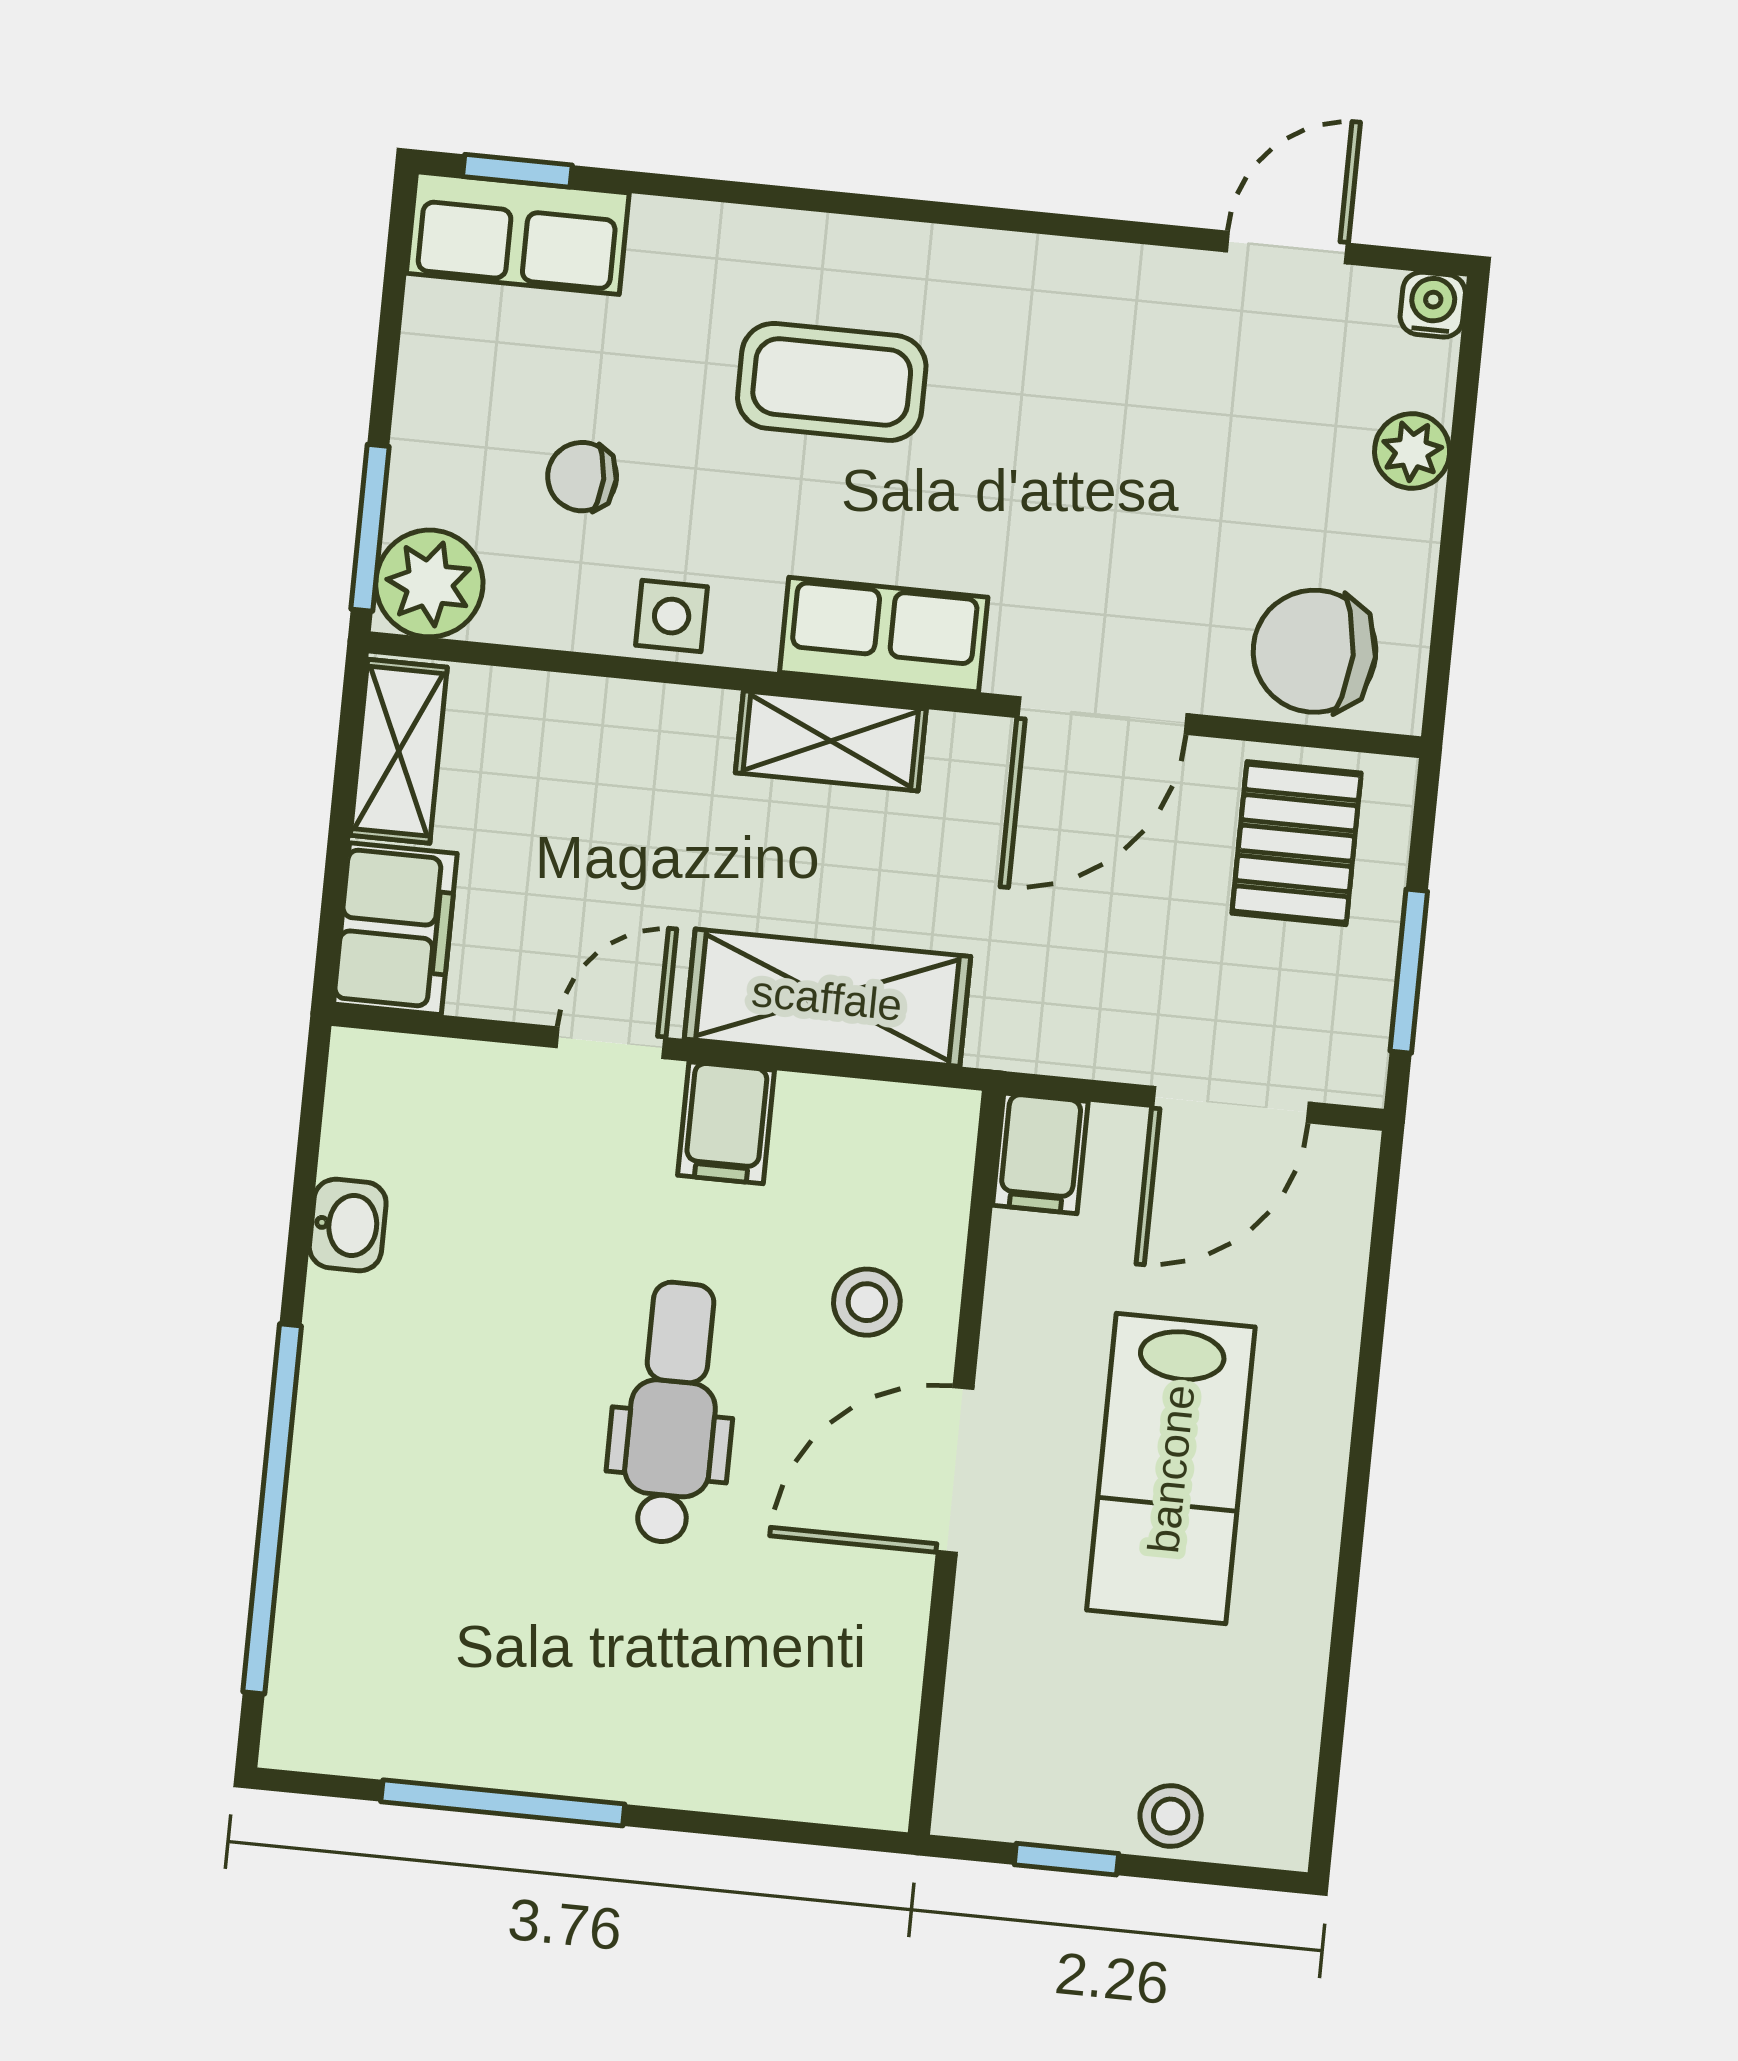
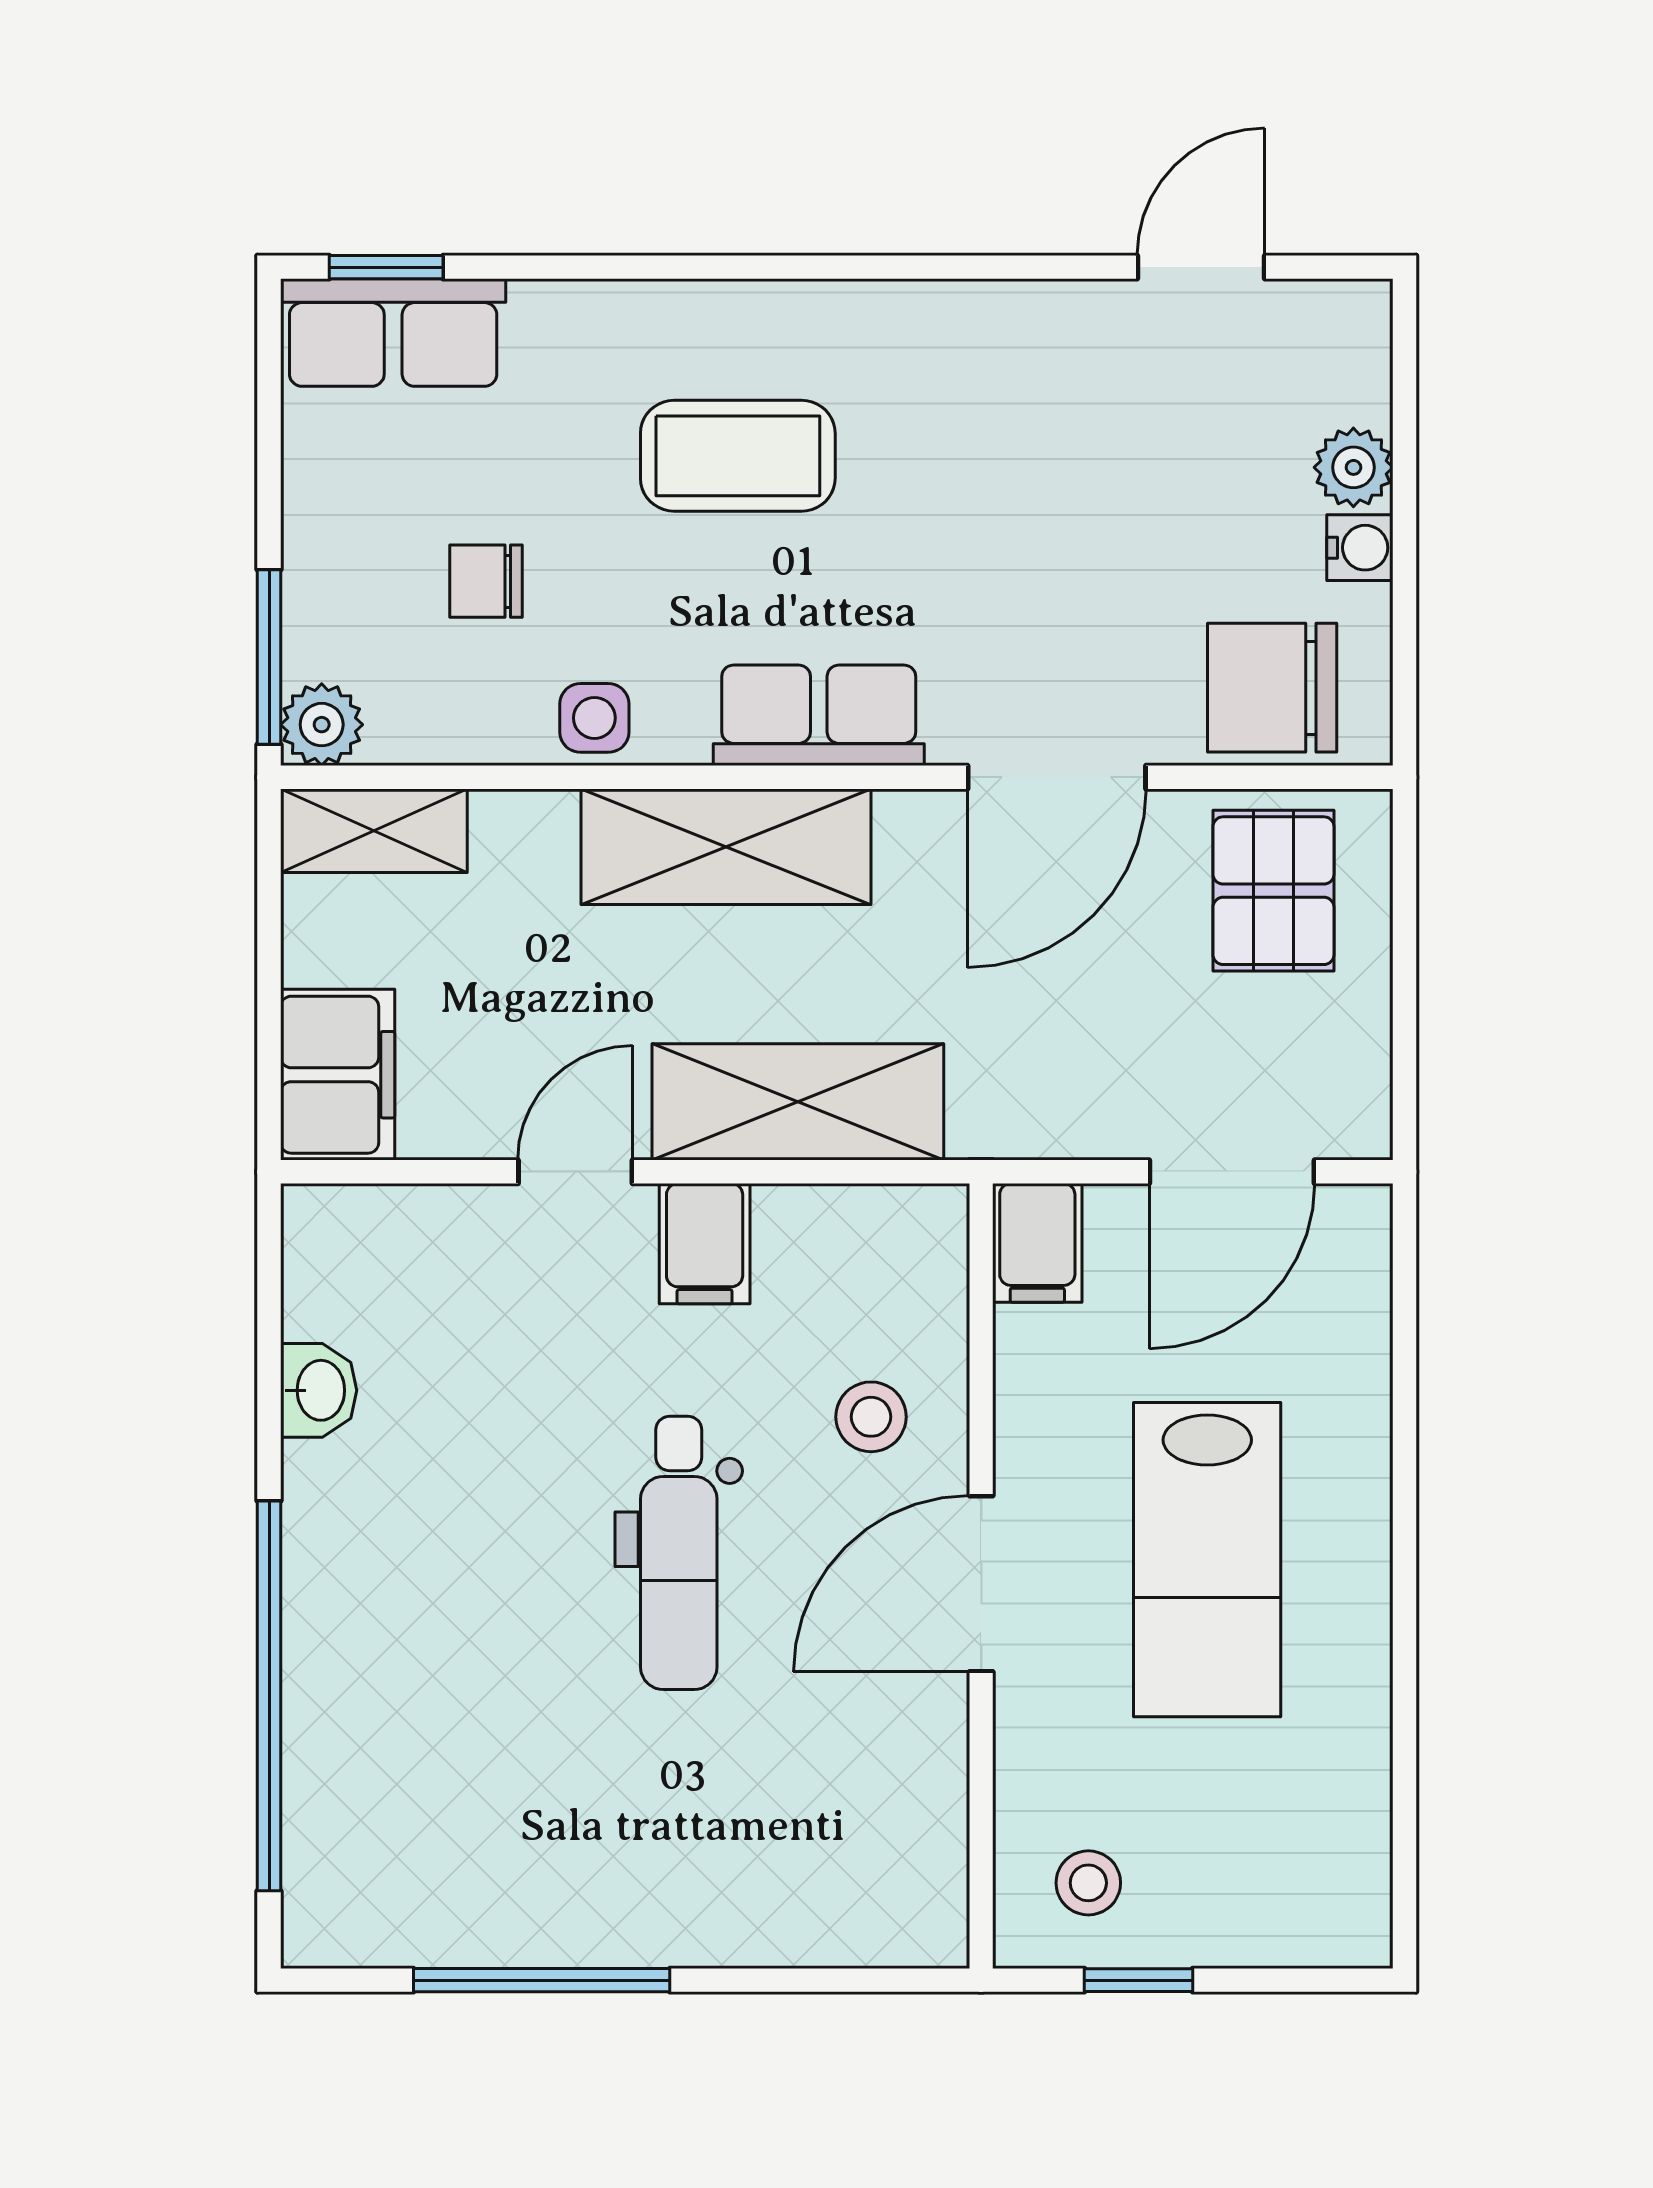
water cooler: (1433, 305) -> (1360, 548), moved, turned 90
plant: (429, 583) -> (322, 725), width x0.73, depth x0.73
shelving: (831, 741) -> (726, 847), width x1.50, depth x1.33
shelving: (399, 751) -> (374, 831), moved, turned 90
window: (1409, 971) -> (1405, 1013), removed
dental chair: (673, 1413) -> (679, 1553), turned 180
stool: (1171, 1816) -> (1088, 1883), moved

